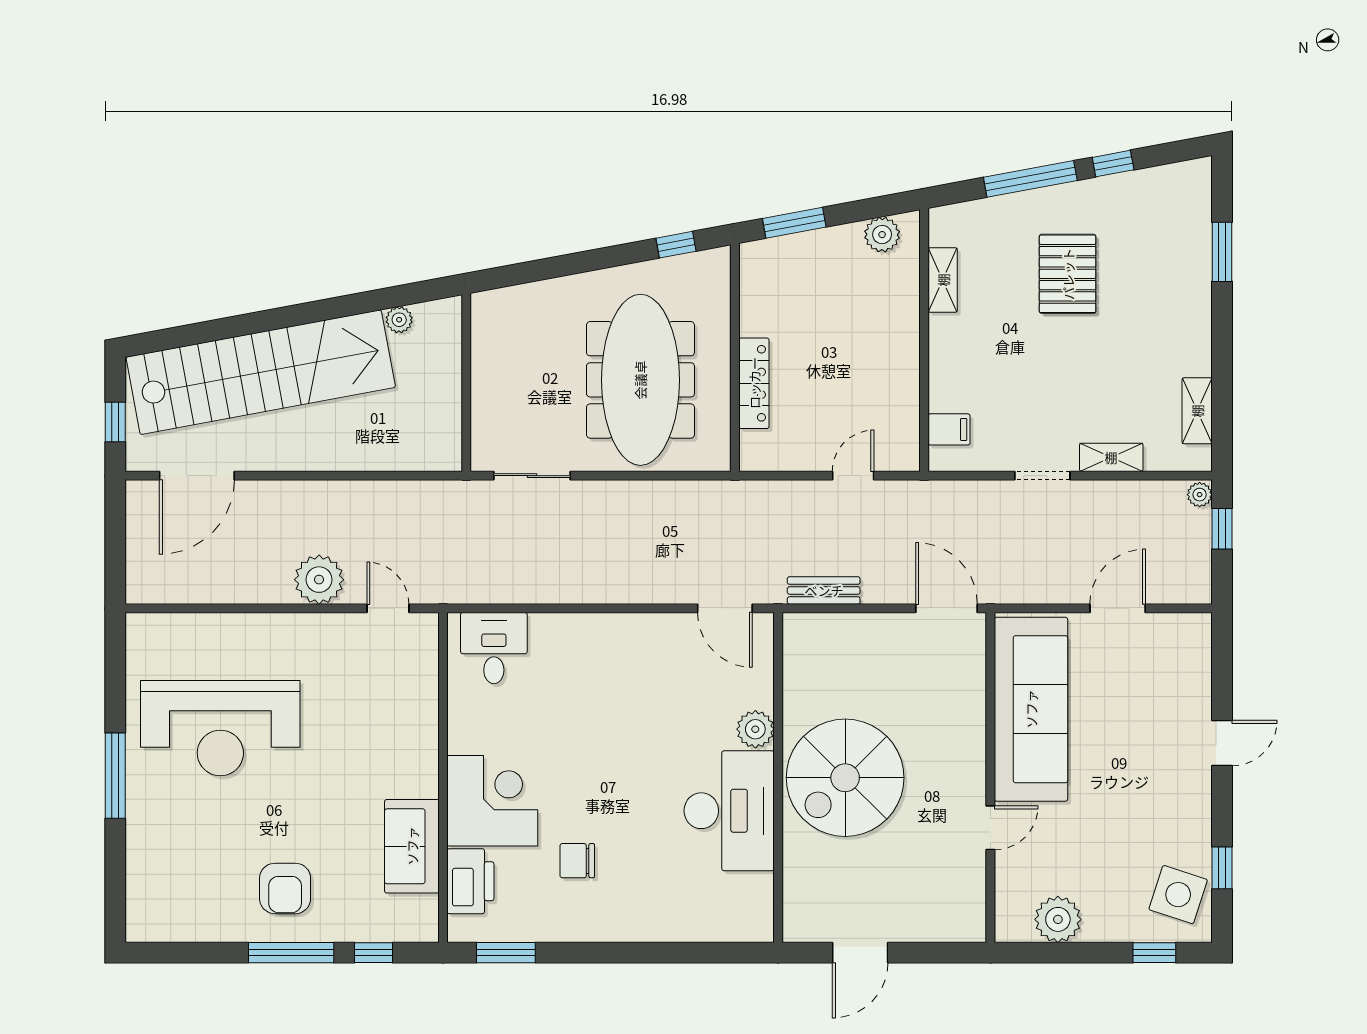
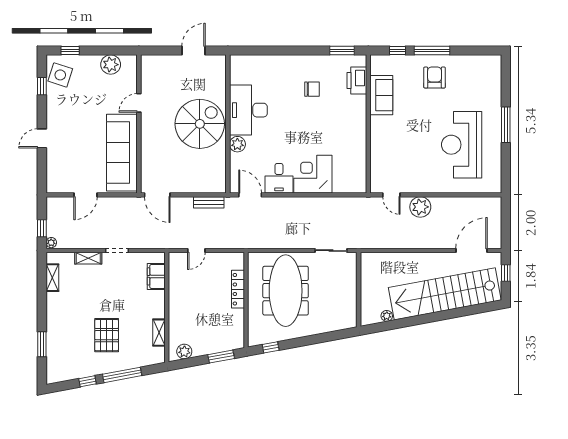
filing cabinet: (949, 429) -> (156, 276), width x2.00
desk: (494, 648) -> (279, 178), moved
reception desk: (220, 728) -> (462, 145), turned -90
corner desk: (492, 801) -> (313, 174), moved, turned 90

